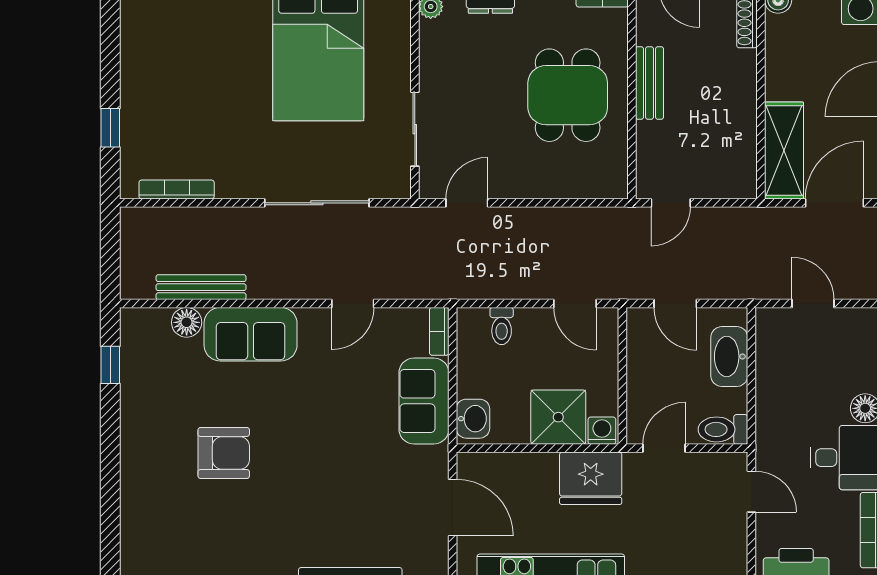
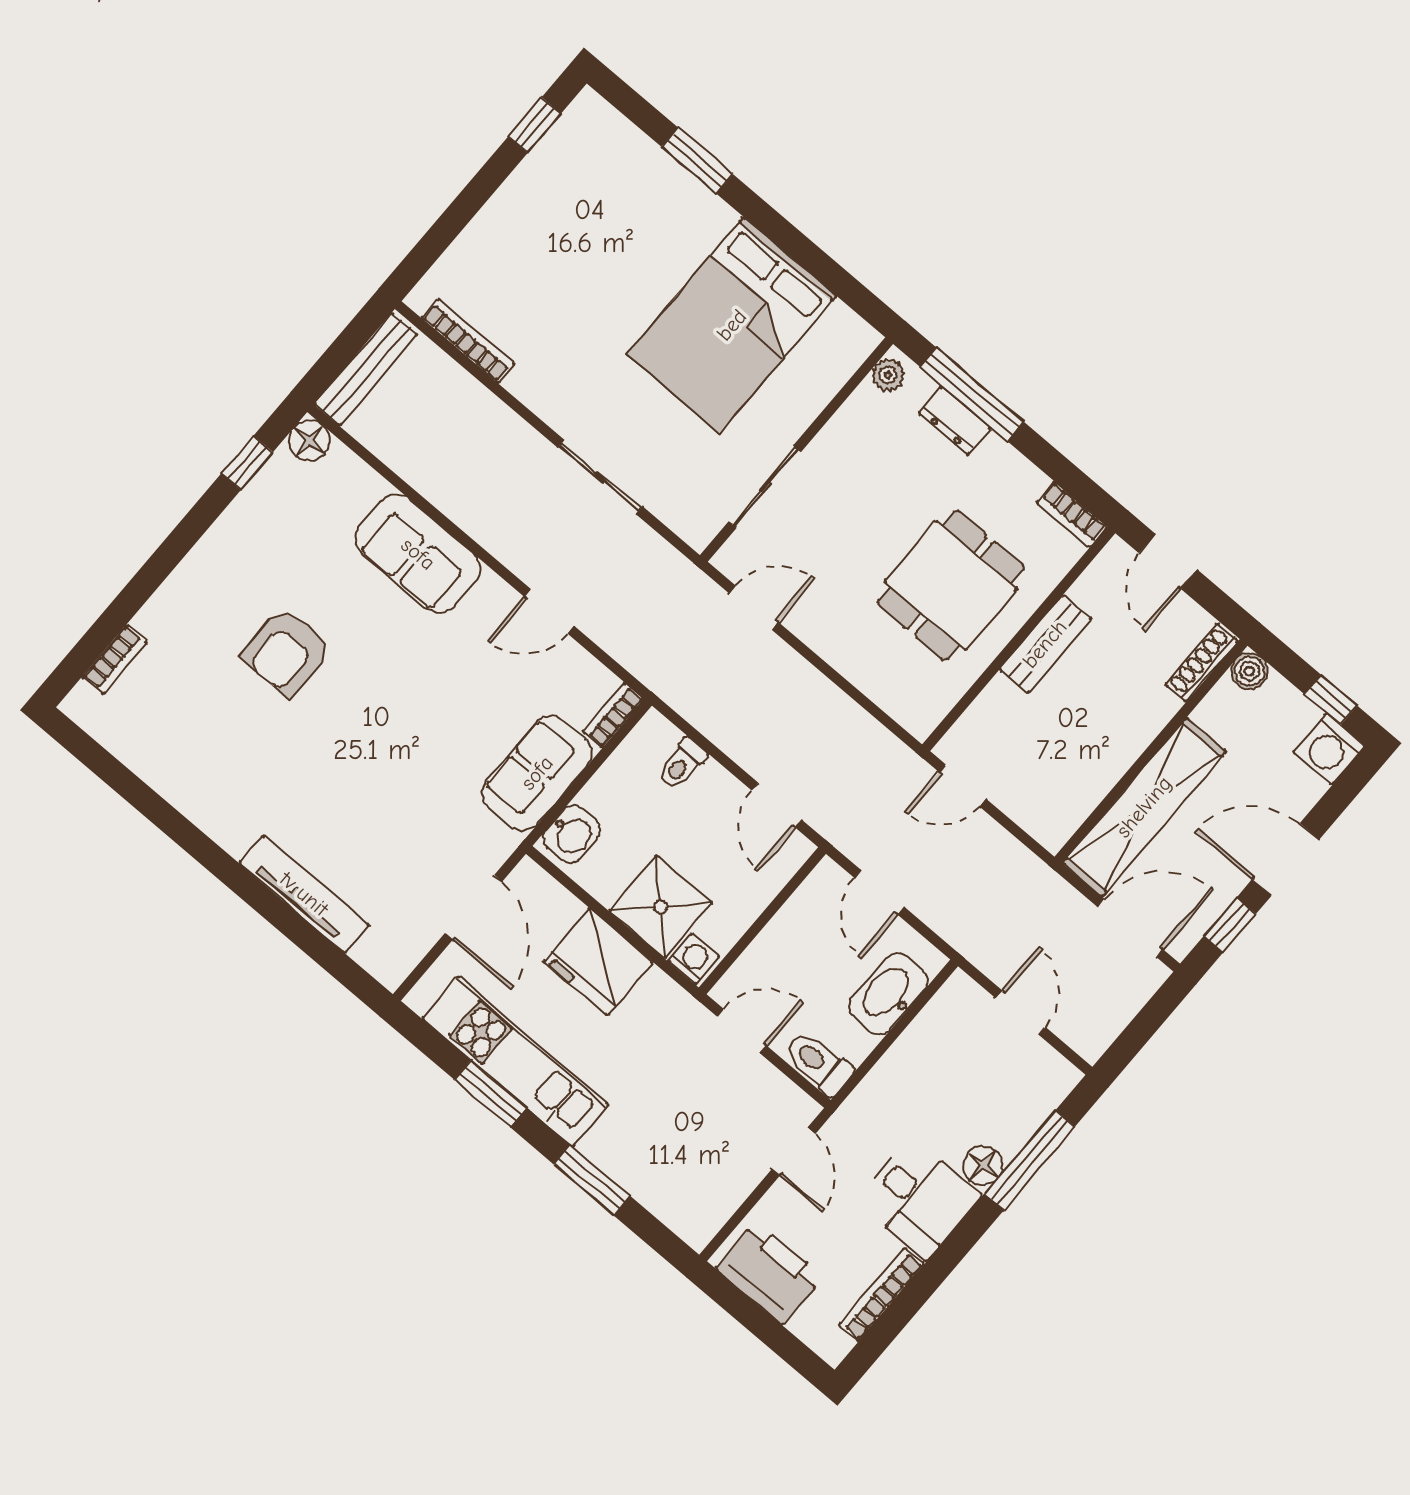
window: (110, 128) -> (535, 125), moved
shelving: (784, 150) -> (1144, 807), width x1.47
sliding door: (317, 203) -> (600, 477), width x0.73
bench: (201, 287) -> (366, 369), moved, turned 90
floor lamp: (187, 322) -> (309, 440), moved
armchair: (224, 453) -> (287, 652), turned 90
fridge: (591, 478) -> (598, 962), moved
bookcase: (130, 540) -> (115, 659), added

